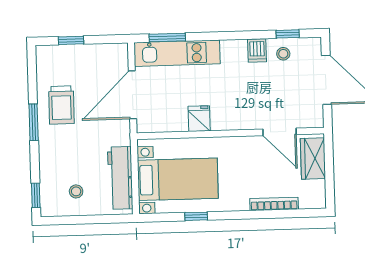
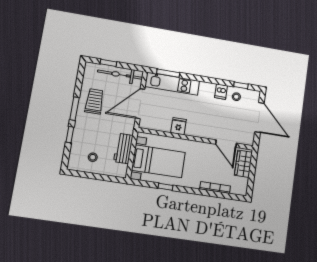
bicycle: (93, 55) -> (120, 75), added
trolley: (61, 105) -> (94, 101), turned 180
workbench: (120, 178) -> (123, 148), width x0.73
window: (36, 195) -> (70, 135), moved

